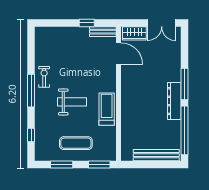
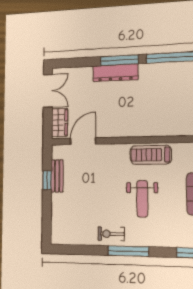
bench: (103, 32) -> (57, 176), moved
dresser: (174, 101) -> (115, 73), moved
weight bench: (72, 102) -> (142, 199), turned 180

